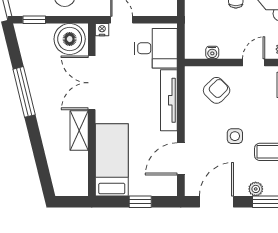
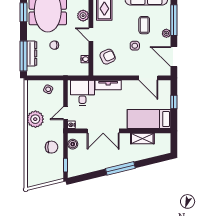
boiler: (70, 39) -> (73, 144), width x0.54, depth x0.54
armchair: (217, 90) -> (108, 57), turned 111
window: (24, 92) -> (120, 168), moved
tv unit: (169, 100) -> (108, 85), width x0.71
shelving: (79, 131) -> (142, 138), moved

